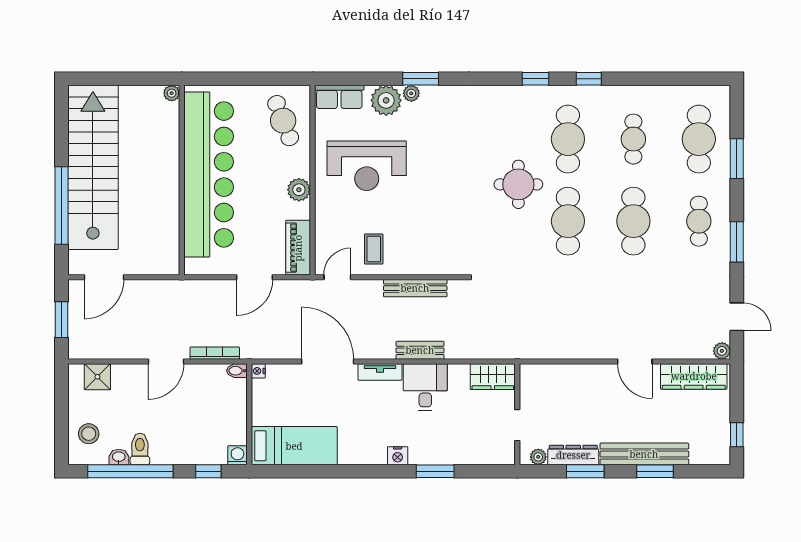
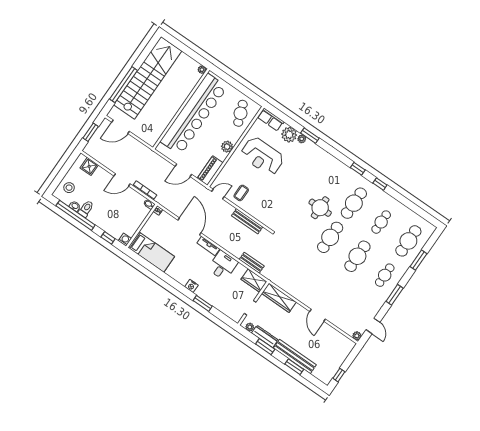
bench: (420, 350) -> (252, 263), moved
wardrobe: (694, 376) -> (279, 298), moved

